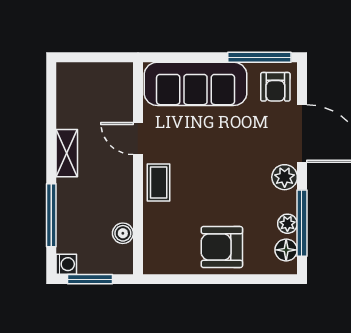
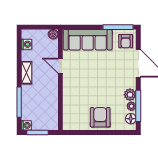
washing machine: (67, 93) -> (26, 44), added
plant: (285, 177) -> (130, 95), moved
coffee table: (159, 183) -> (70, 87), removed
boiler: (123, 233) -> (53, 34), moved
armchair: (222, 247) -> (100, 117), turned 90

